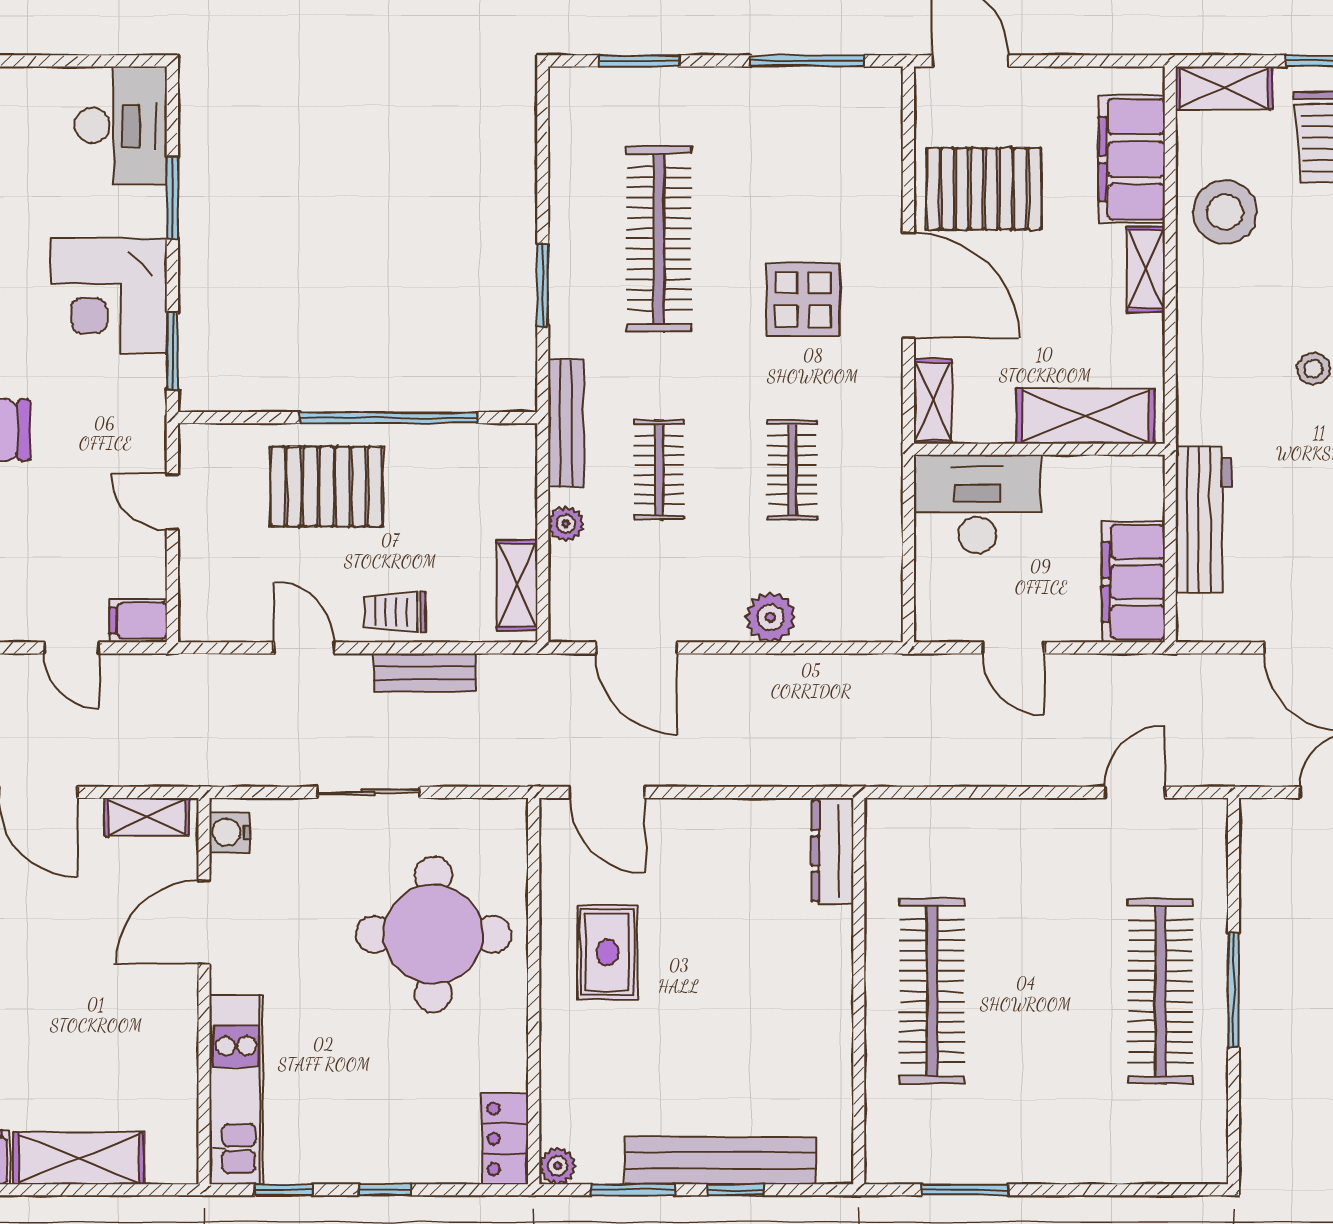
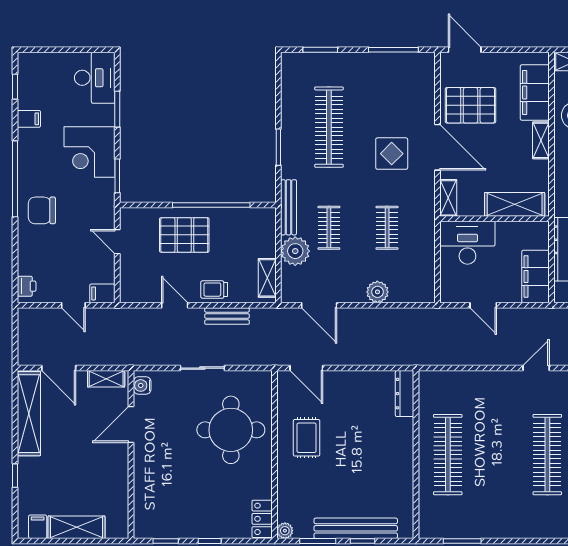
plant: (566, 524) -> (295, 251), width x1.87, depth x1.87
kitchen unit: (236, 1090) -> (145, 497), removed

